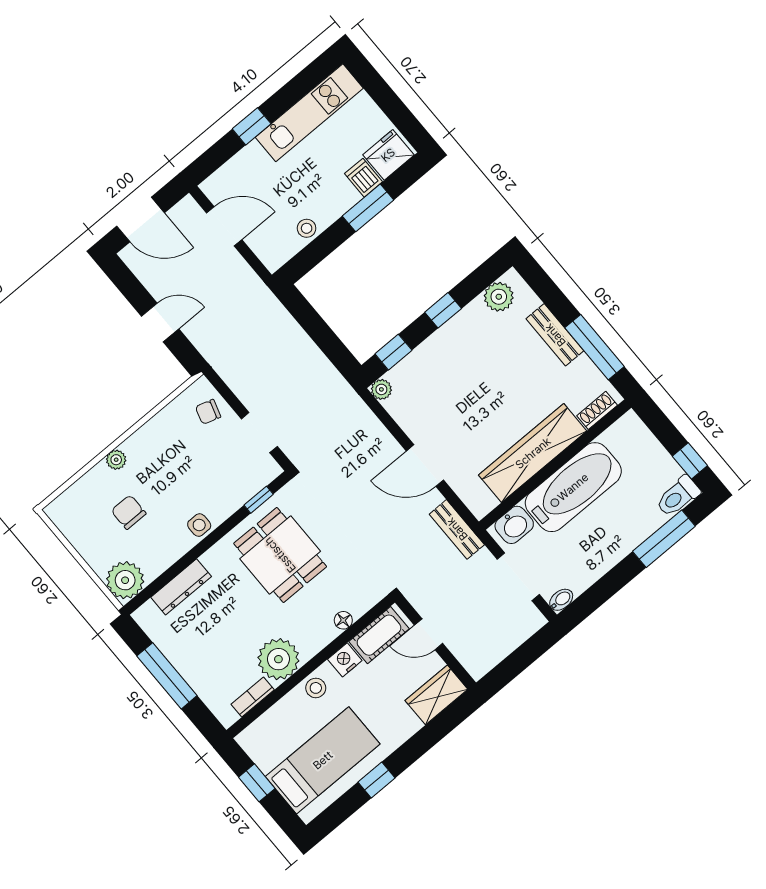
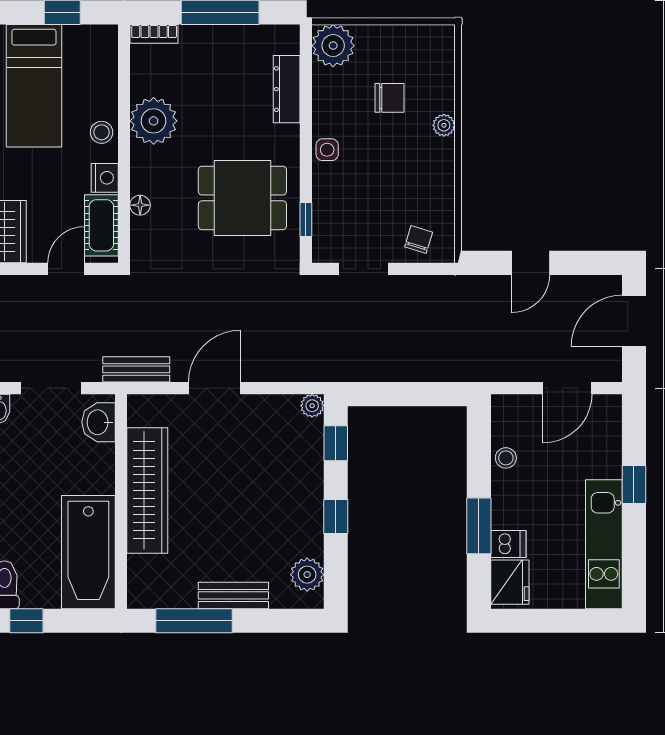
shoe rack: (597, 410) -> (137, 577), removed
bathtub: (573, 487) -> (88, 552), moved
bookcase: (253, 697) -> (154, 34), moved, turned 90

